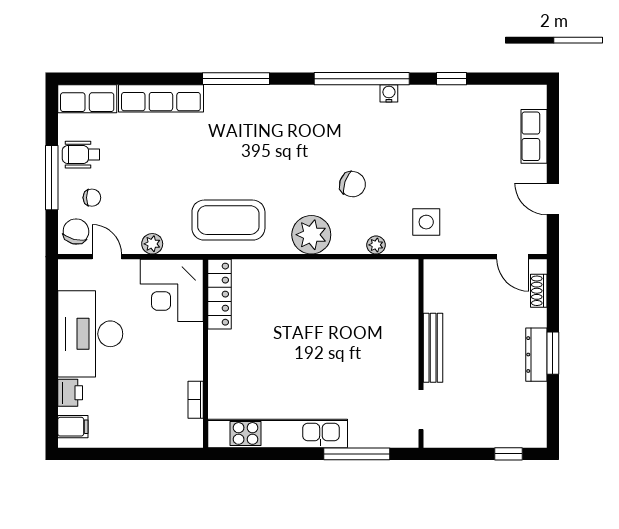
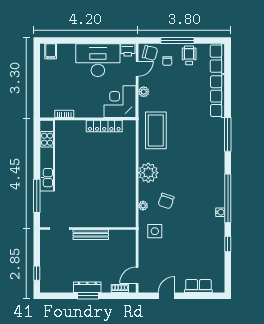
chair: (352, 184) -> (166, 201), moved
locker: (219, 294) -> (104, 126), moved
printer: (70, 393) -> (128, 50), moved

